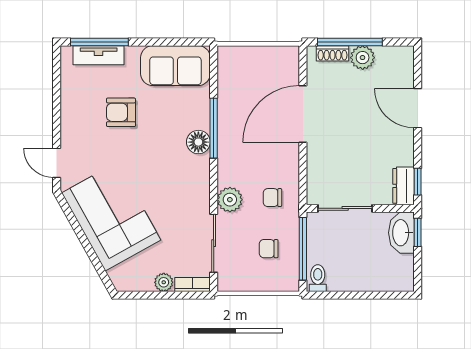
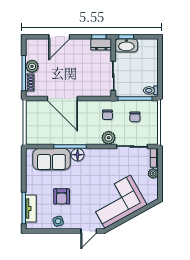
sofa: (175, 66) -> (51, 159), moved, turned 90
side table: (75, 106) -> (58, 221), added

